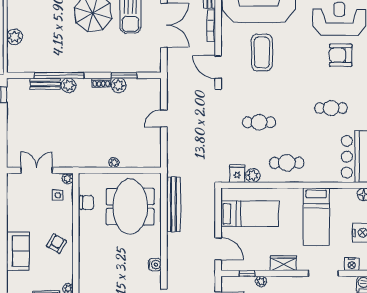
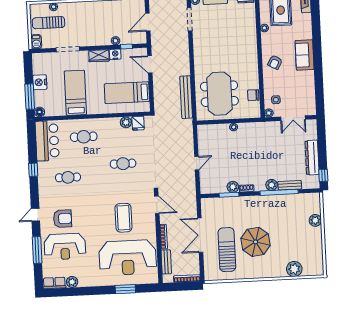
dresser: (15, 118) -> (312, 158), added
cafe table: (287, 163) -> (84, 137), moved
nightstand: (352, 264) -> (115, 54), moved
water cooler: (155, 265) -> (198, 50), removed

